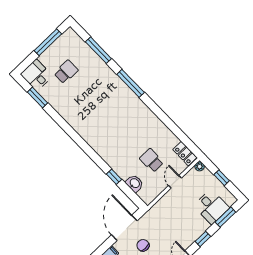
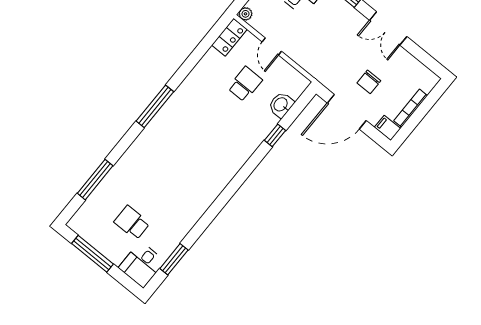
window: (131, 83) -> (155, 106), moved
school desk: (152, 160) -> (245, 84), turned 180
door: (175, 182) -> (272, 47), hinge flipped

